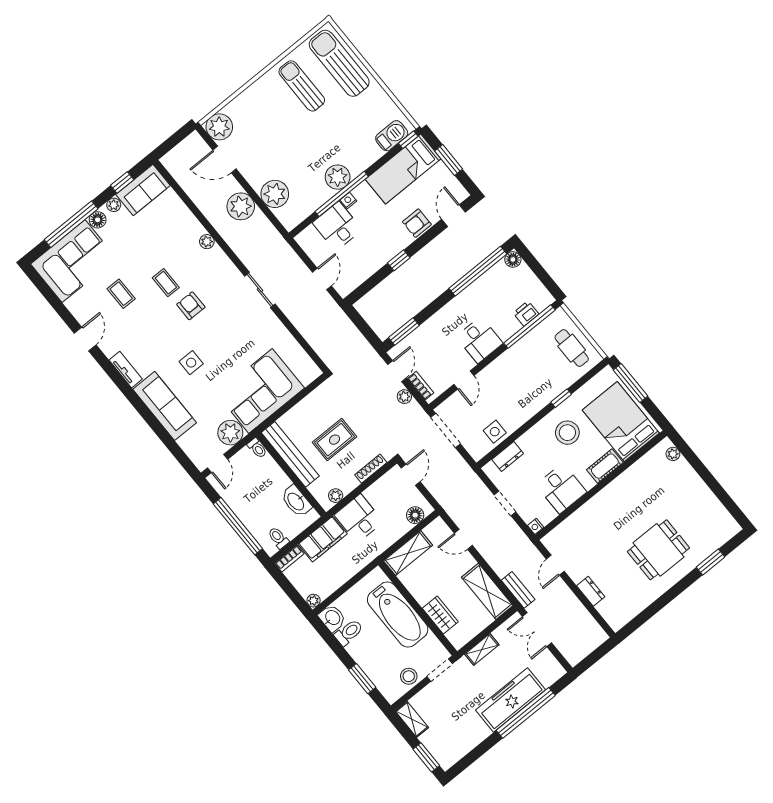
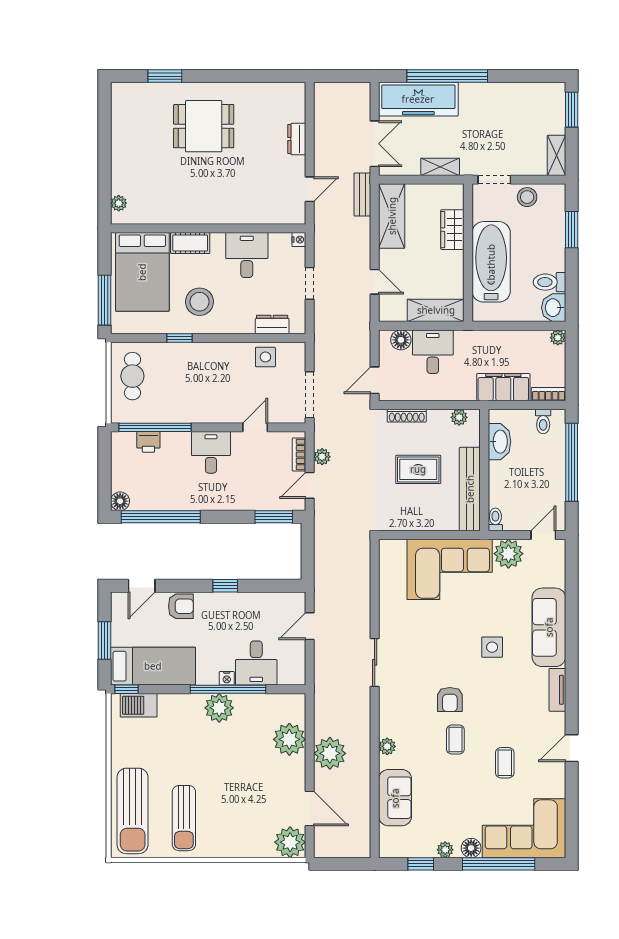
sofa: (143, 190) -> (395, 798), moved, turned 90
desk: (359, 518) -> (433, 352), moved, turned 180
freezer: (511, 700) -> (418, 99), moved

